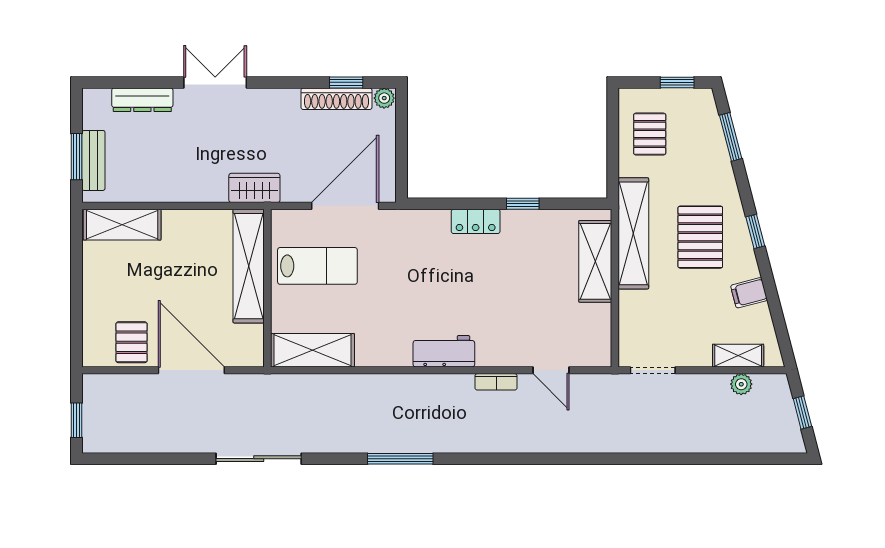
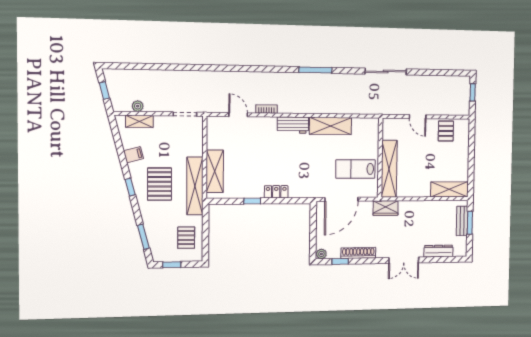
shoe rack: (336, 99) -> (358, 253), moved
shelving: (313, 350) -> (330, 126), moved
door: (191, 370) -> (418, 117), width x0.53

